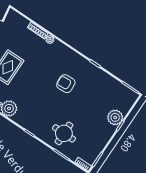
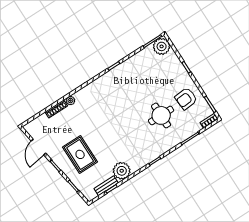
armchair: (66, 84) -> (186, 99), moved
plant: (115, 117) -> (162, 46), moved
round table: (64, 133) -> (161, 115), moved

